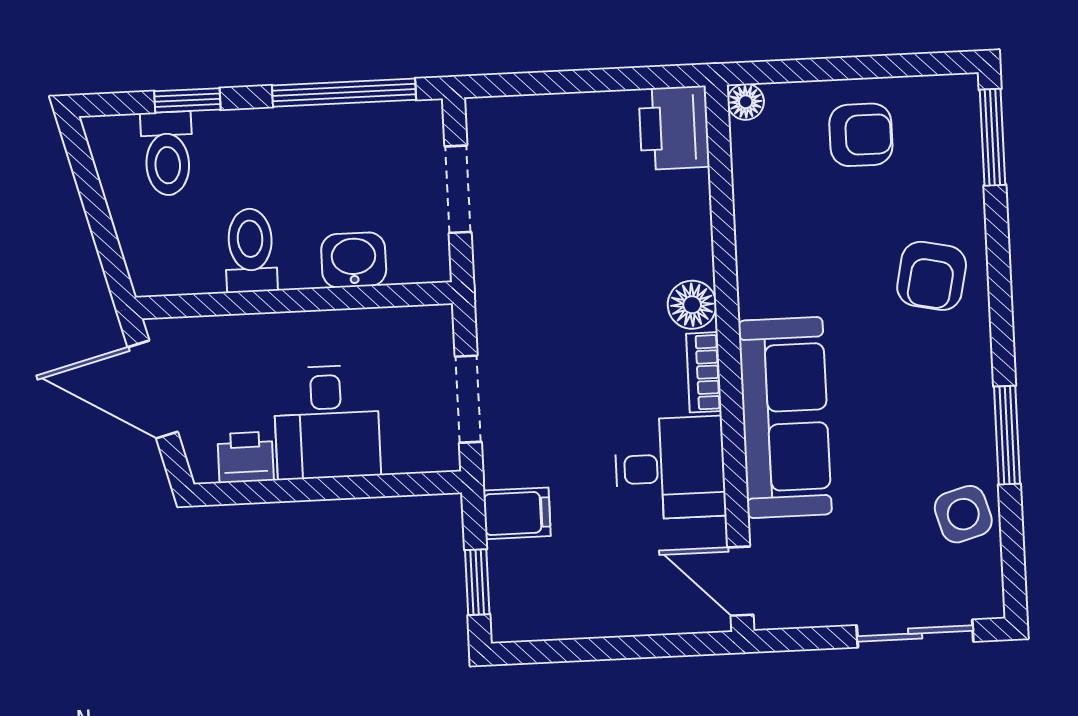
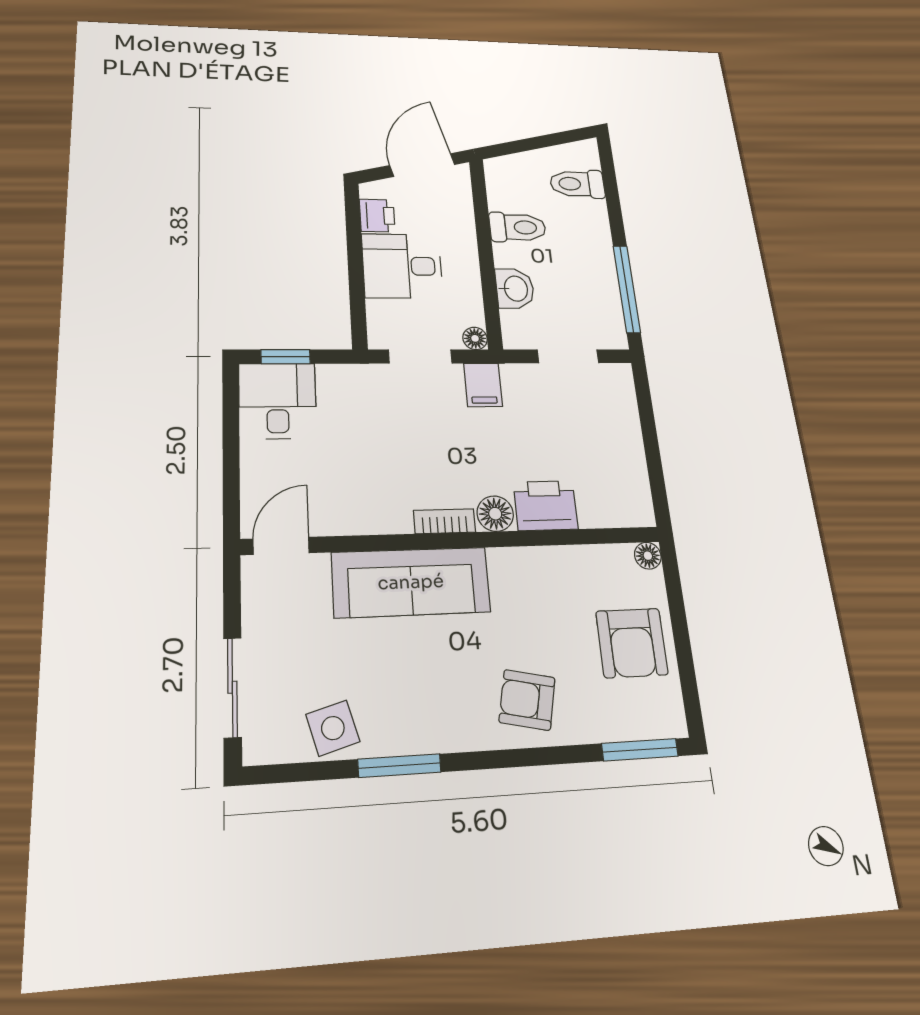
window: (187, 100) -> (612, 197), removed
printer: (674, 128) -> (546, 506), moved
armchair: (861, 135) -> (632, 643), width x1.38, depth x1.38
floor lamp: (437, 321) -> (475, 338), added
desk: (670, 468) -> (278, 401), moved, turned 180
filing cabinet: (517, 513) -> (483, 385), moved

